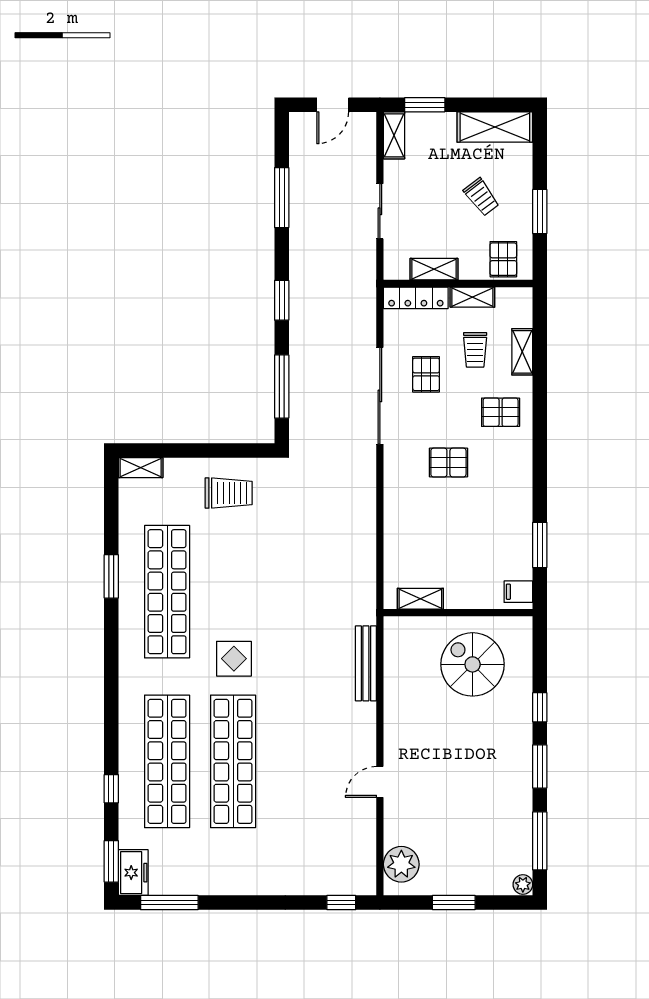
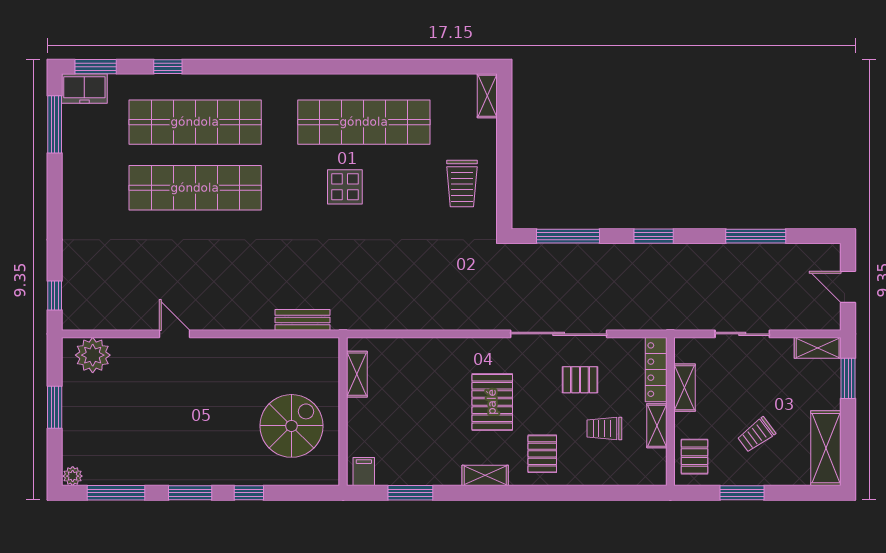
pallet: (503, 259) -> (694, 457), turned 90
shelving: (522, 352) -> (485, 475), moved
pallet: (448, 463) -> (492, 402), width x1.50, depth x1.42
window: (111, 576) -> (379, 67), removed
display table: (234, 659) -> (345, 187), moved
bench: (366, 663) -> (302, 320), width x0.73

